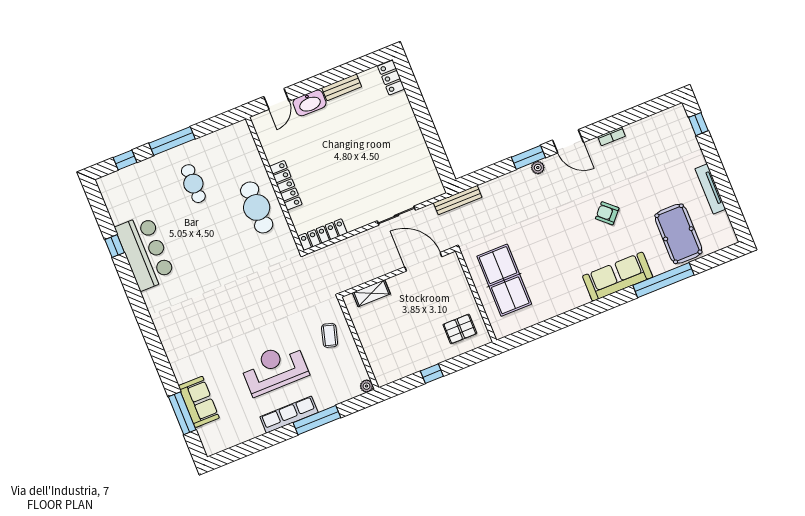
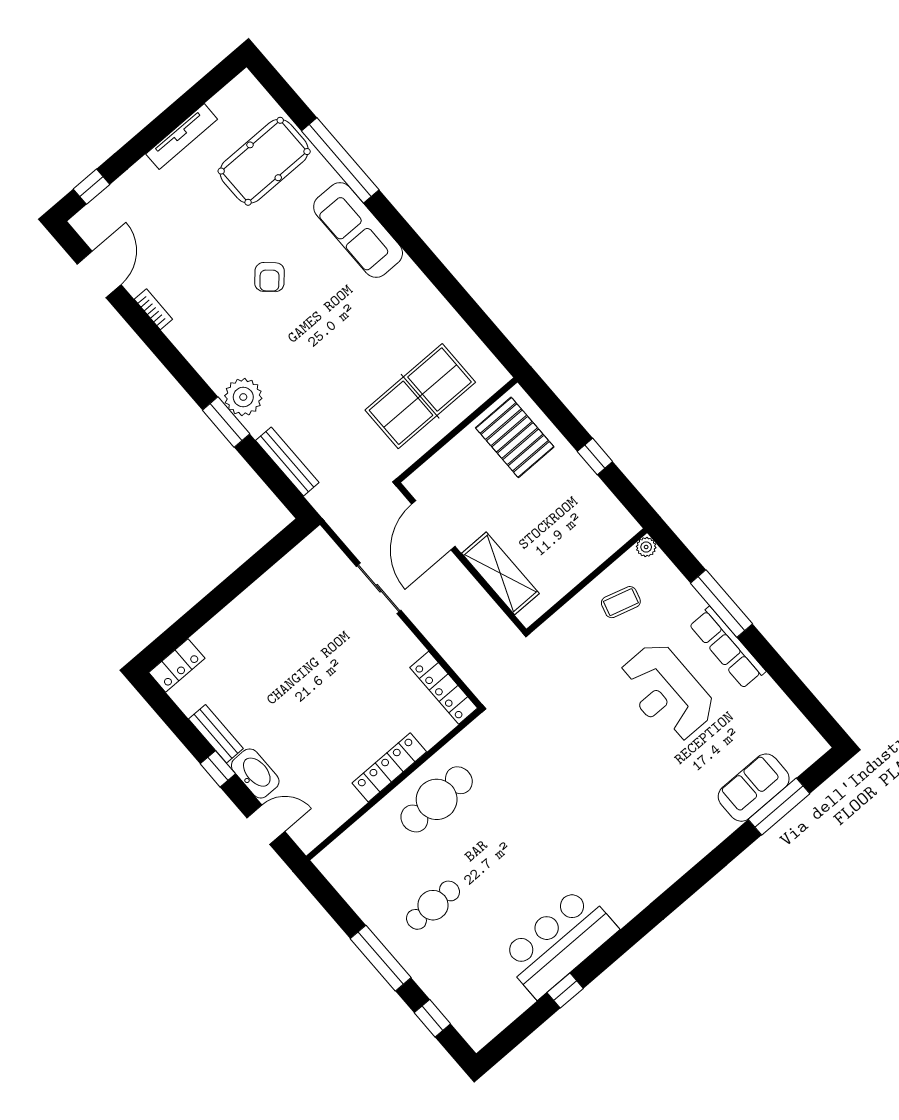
window: (320, 81) -> (218, 769), added
door: (568, 141) -> (99, 274), moved
plant: (538, 168) -> (243, 397), width x1.88, depth x1.88
bench: (458, 200) -> (287, 462), moved
shelving: (371, 293) -> (500, 573), width x1.50, depth x1.33
pallet: (460, 329) -> (515, 437), width x1.50, depth x1.42
coffee table: (330, 335) -> (621, 602), moved

